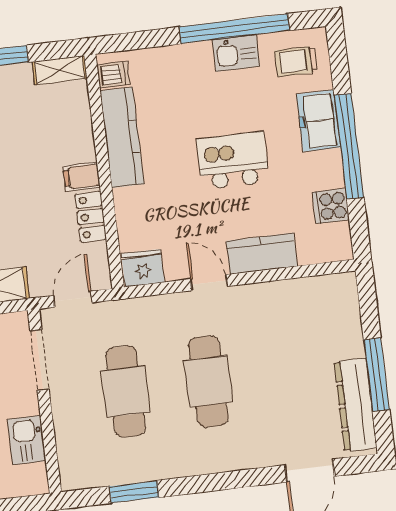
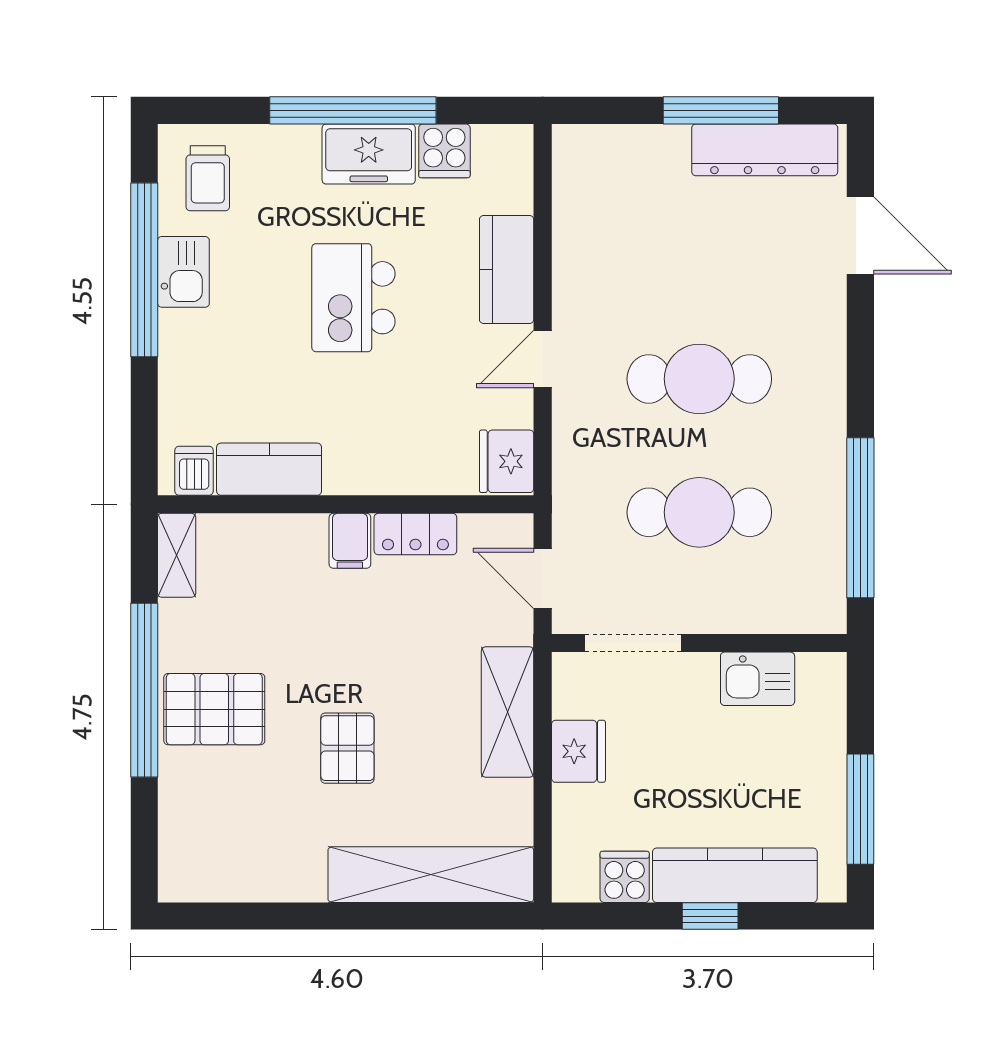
freezer: (318, 121) -> (369, 154), moved
kitchen counter: (122, 137) -> (269, 469), width x0.67
window: (134, 492) -> (860, 518), width x2.11

